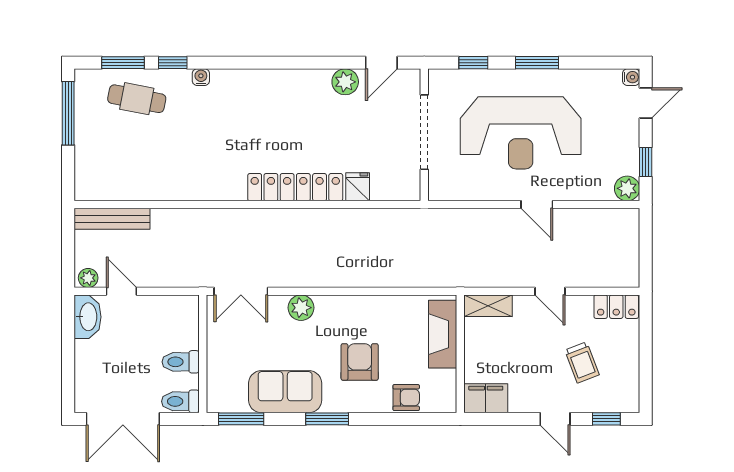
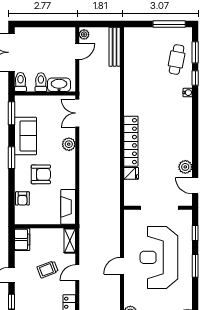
washbasin: (87, 317) -> (59, 85), moved, turned 180
fireplace: (443, 334) -> (68, 207), moved, turned -90
trolley: (582, 362) -> (48, 269), moved

